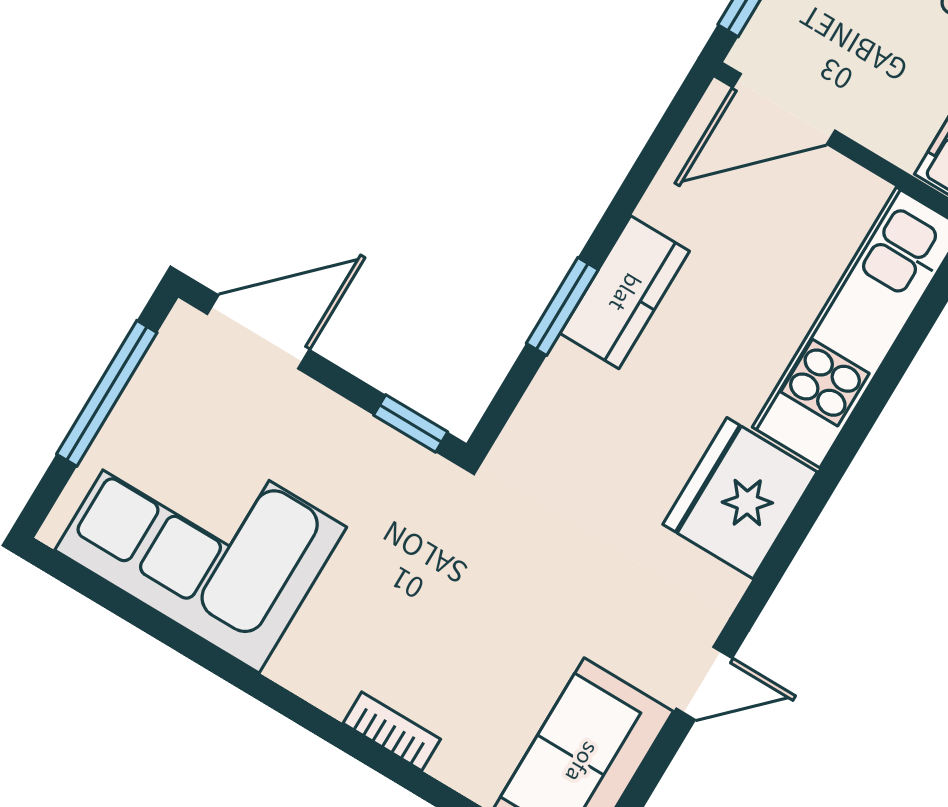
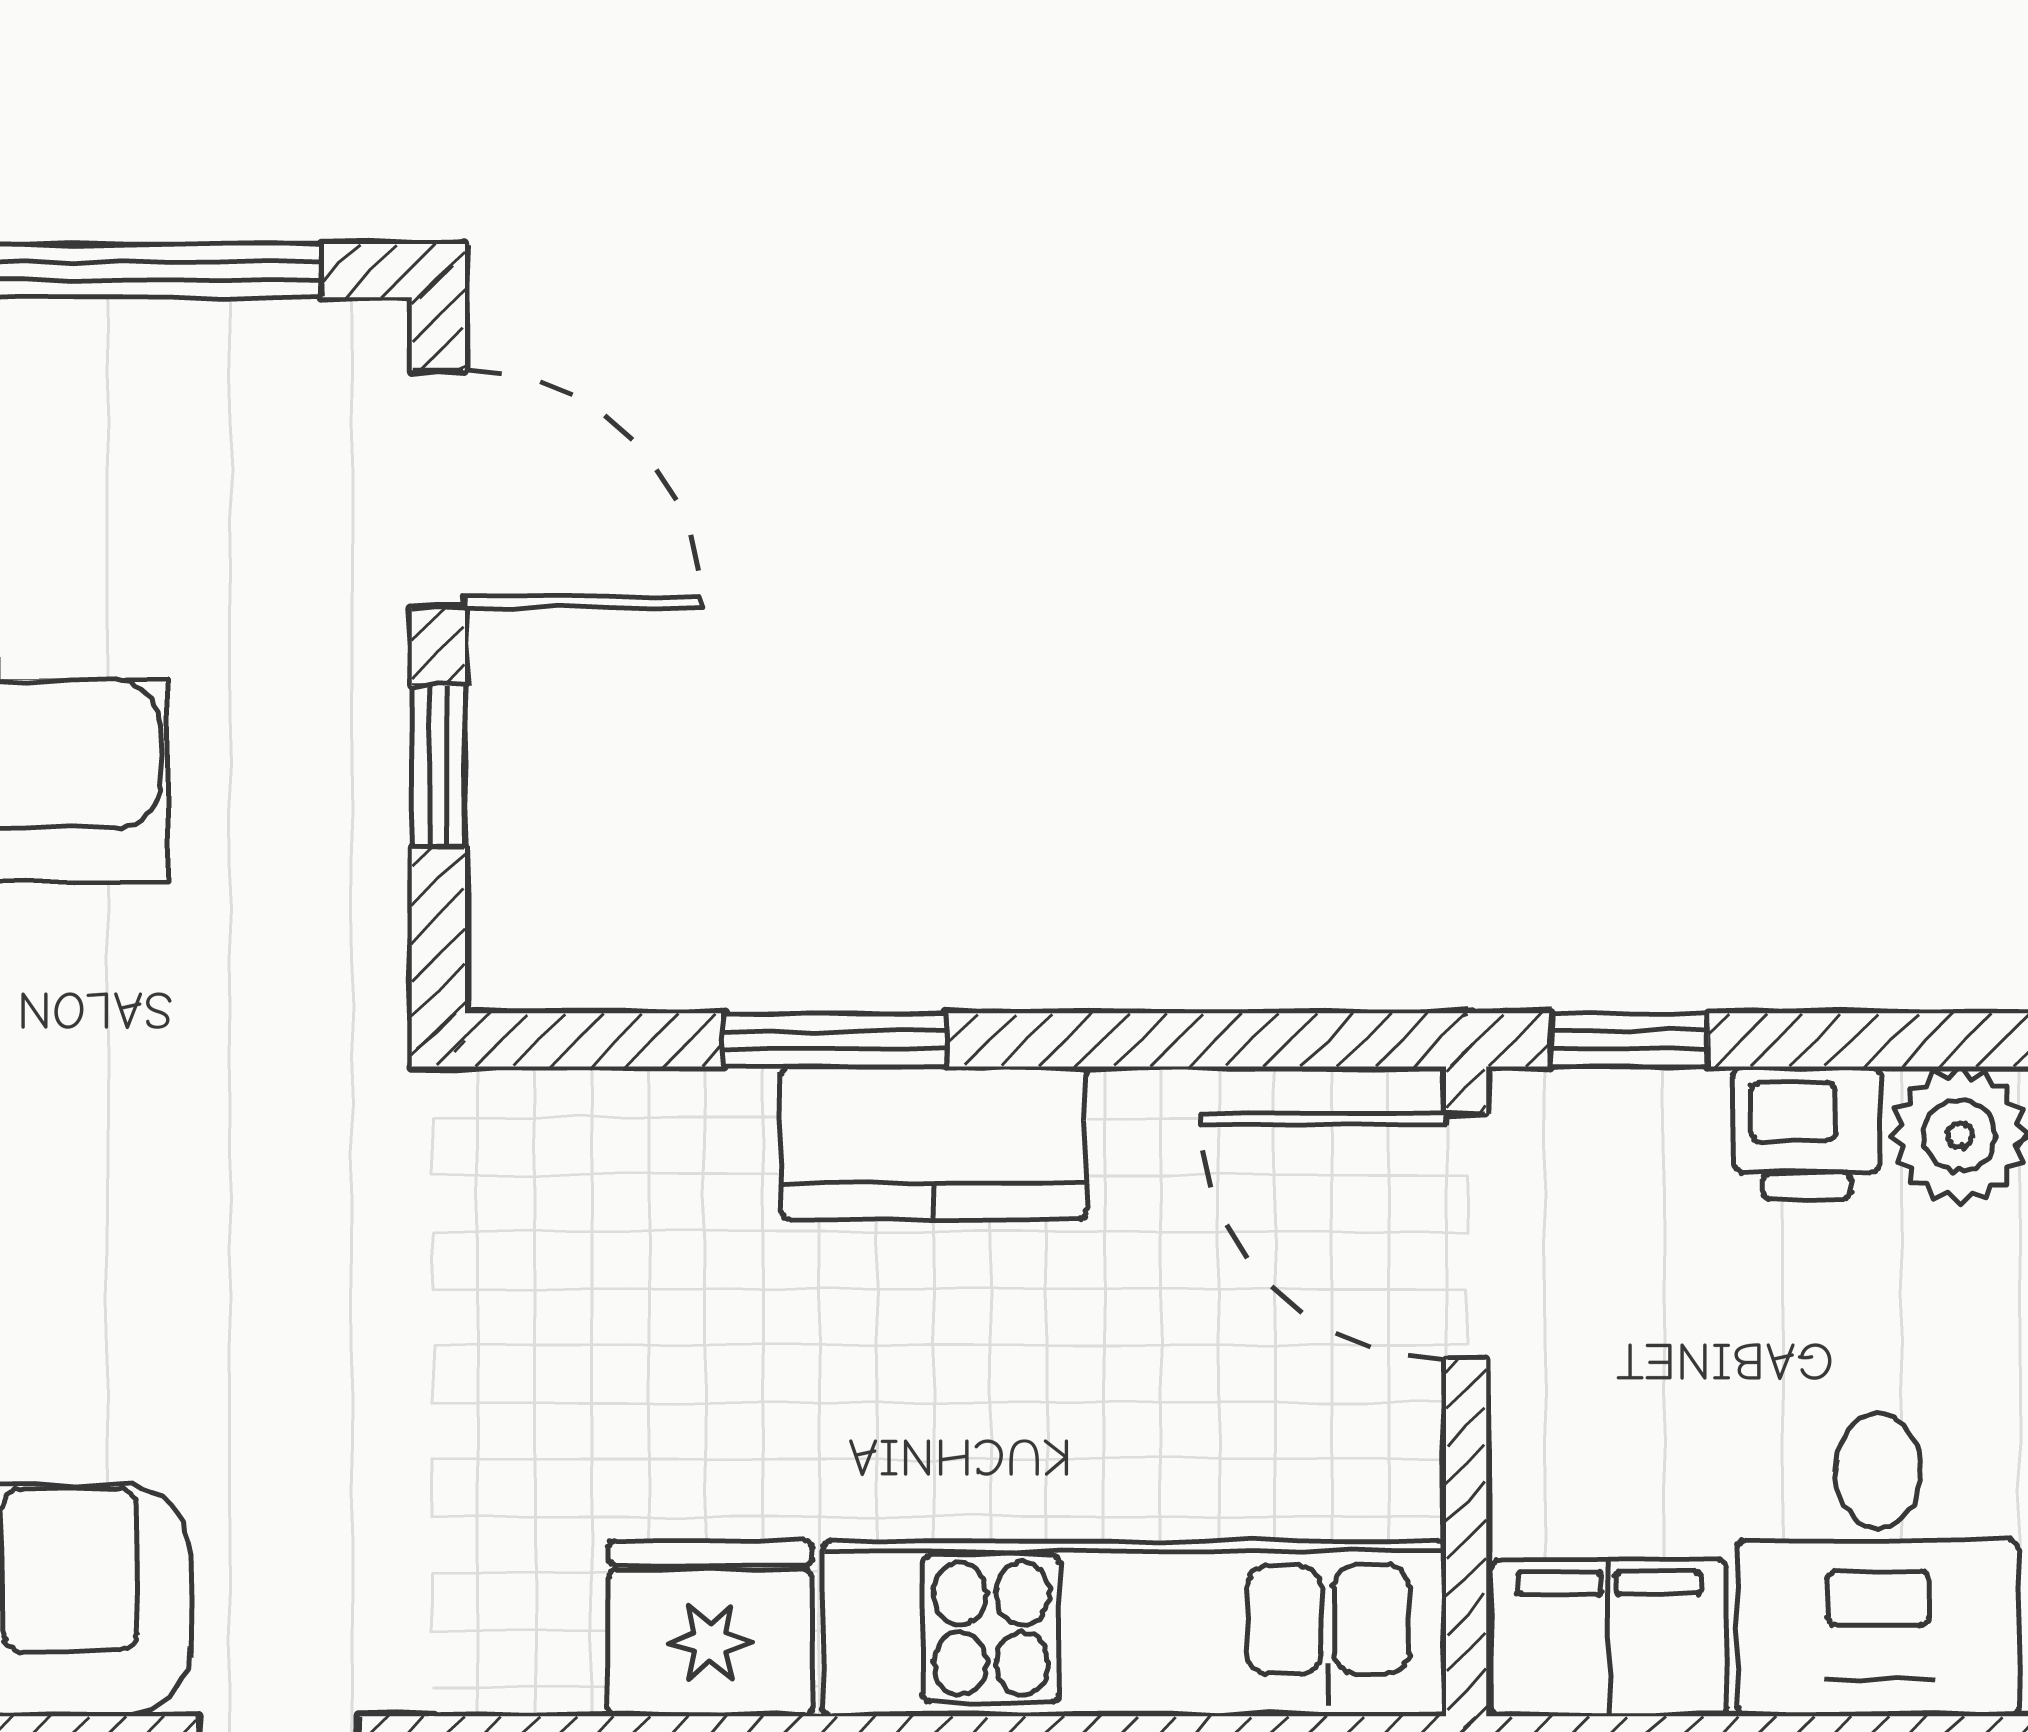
window: (411, 423) -> (438, 766), moved
fridge: (740, 498) -> (710, 1629), width x0.73, depth x0.75

